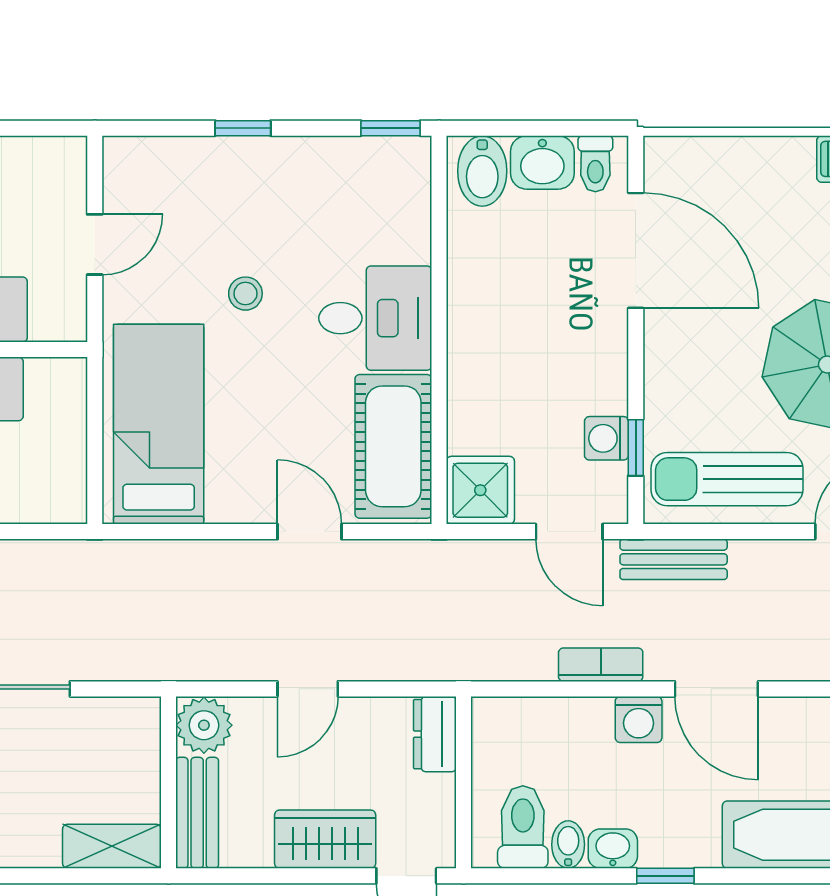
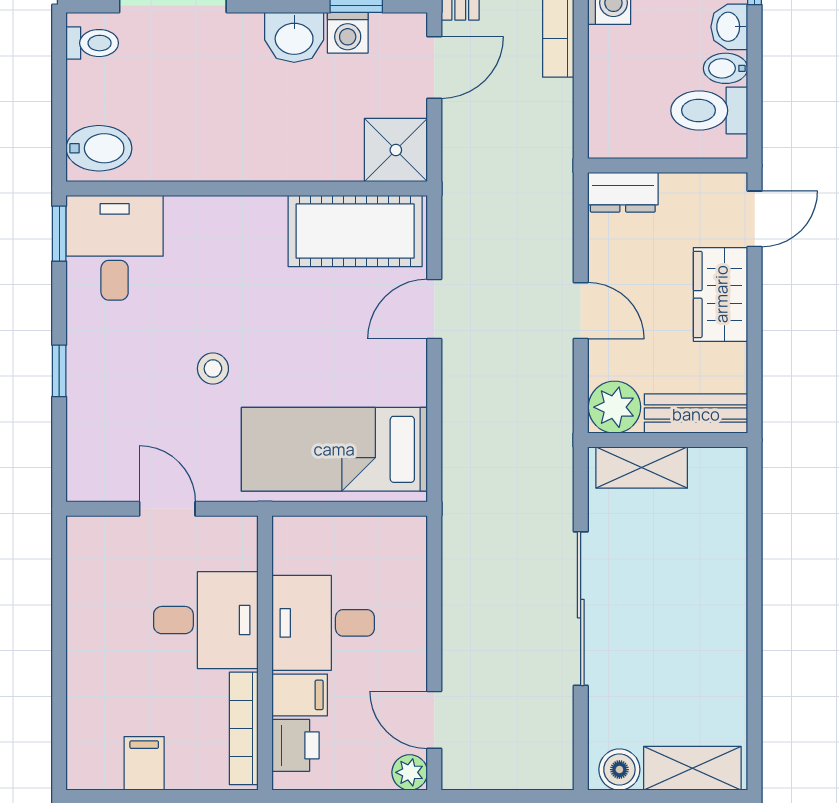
washbasin: (542, 162) -> (294, 37), moved, turned 90
desk: (375, 318) -> (115, 248), moved
shelving: (112, 846) -> (642, 468), moved, turned 90

